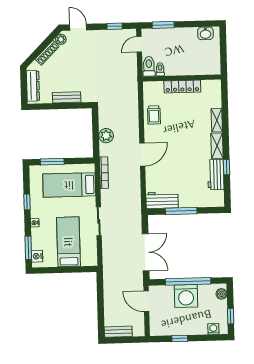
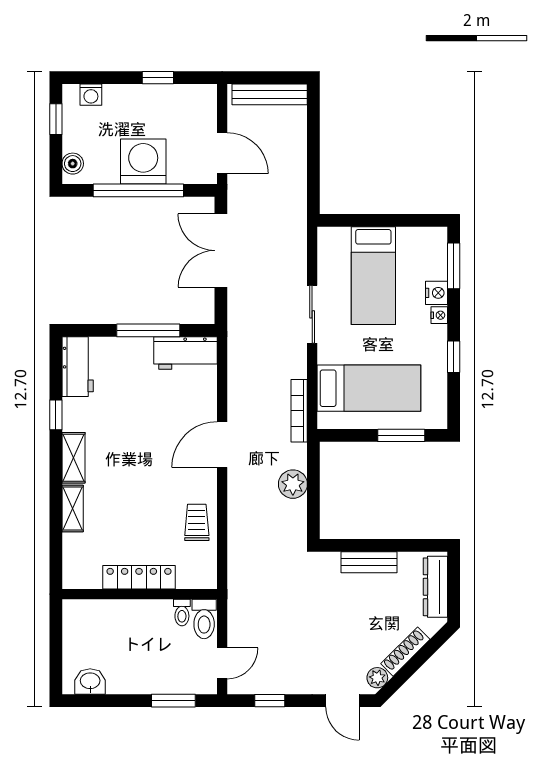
workbench: (216, 175) -> (78, 367), moved
nightstand: (37, 256) -> (436, 293), moved
bench: (118, 332) -> (270, 94), width x1.36

